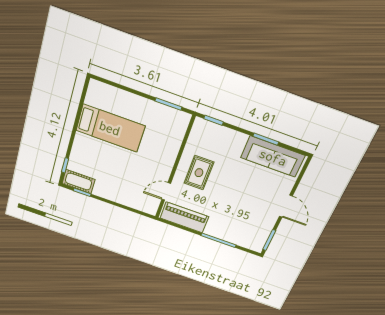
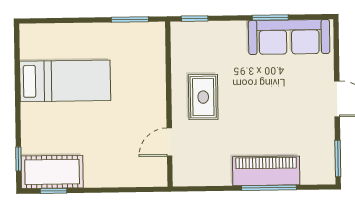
cot: (78, 182) -> (52, 172), width x1.37, depth x1.34
piano: (184, 217) -> (266, 171), moved

